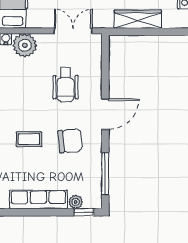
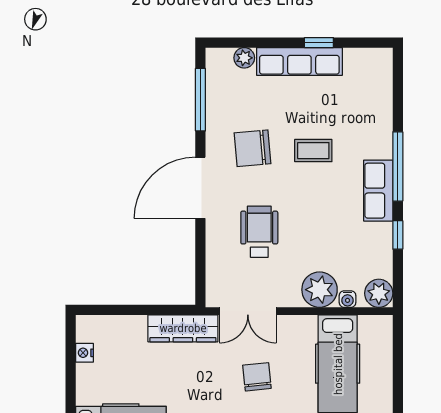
wardrobe: (138, 19) -> (183, 328), moved
door: (105, 114) -> (200, 188), width x1.36
window: (84, 212) -> (319, 43), moved

